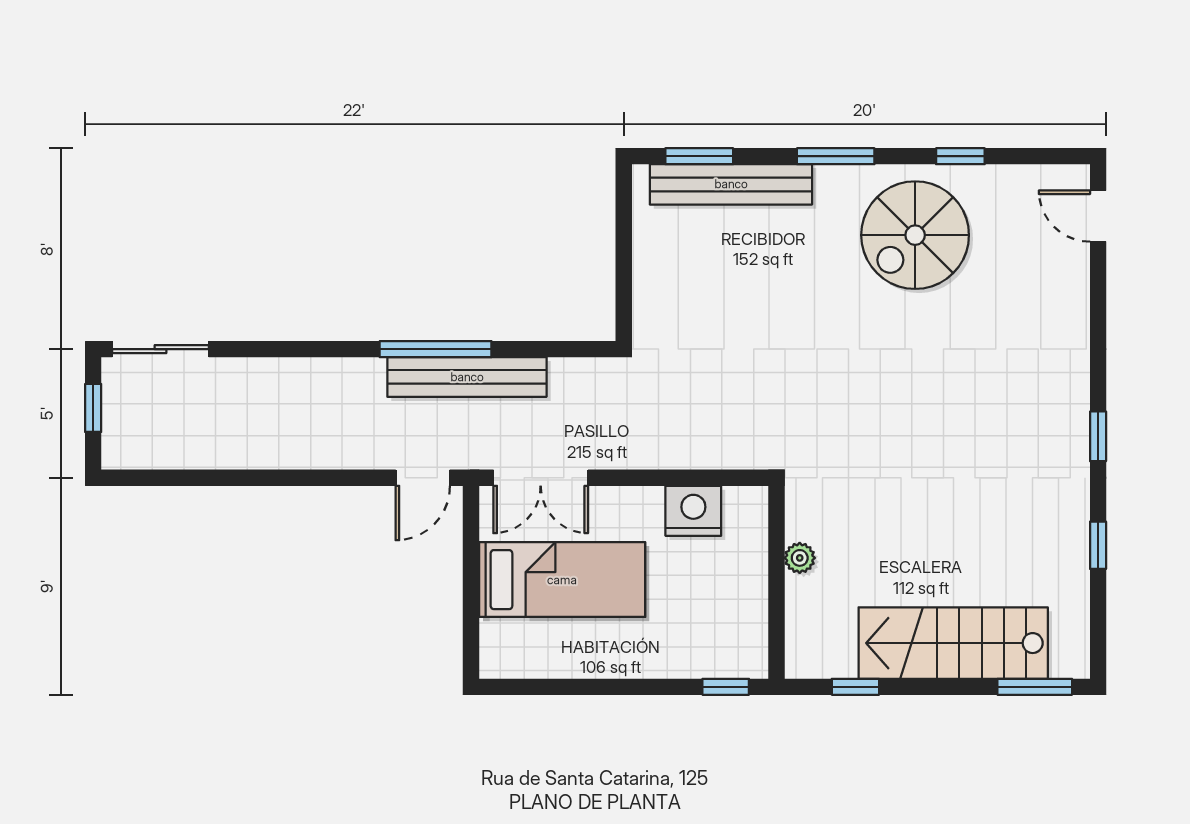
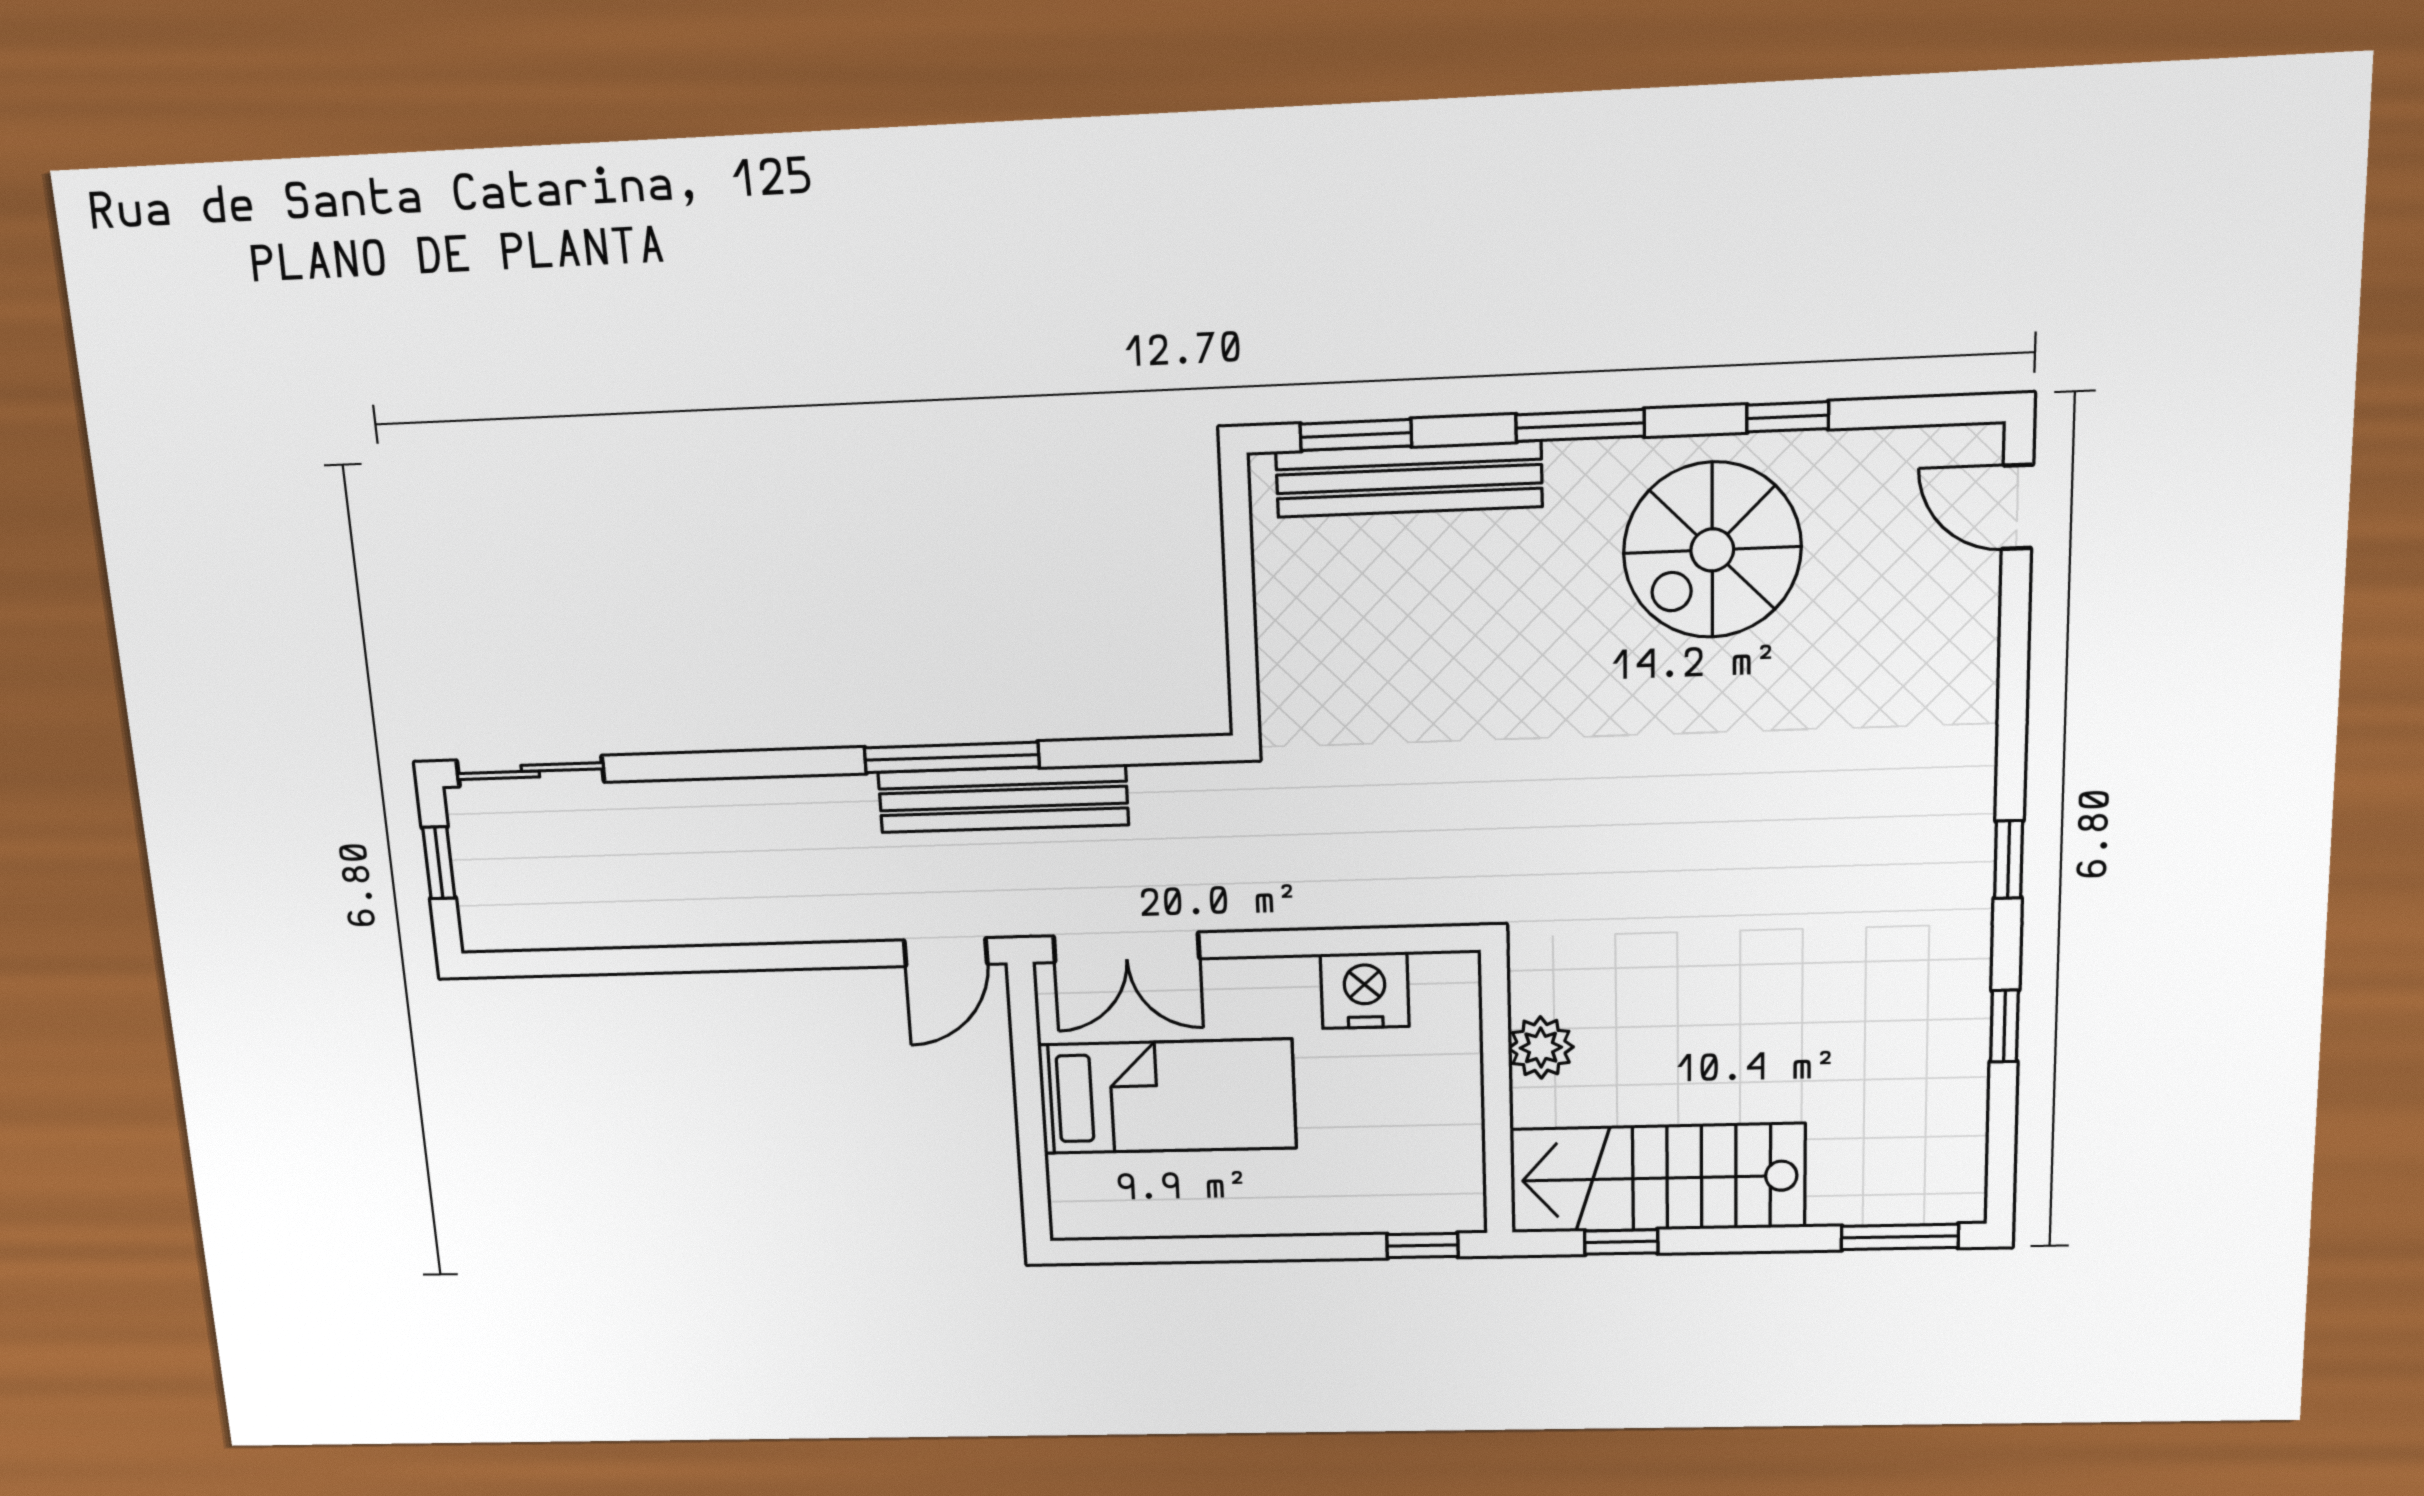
plant: (800, 558) -> (1541, 1048), width x1.38, depth x1.38
stairs: (953, 643) -> (1657, 1178), moved

